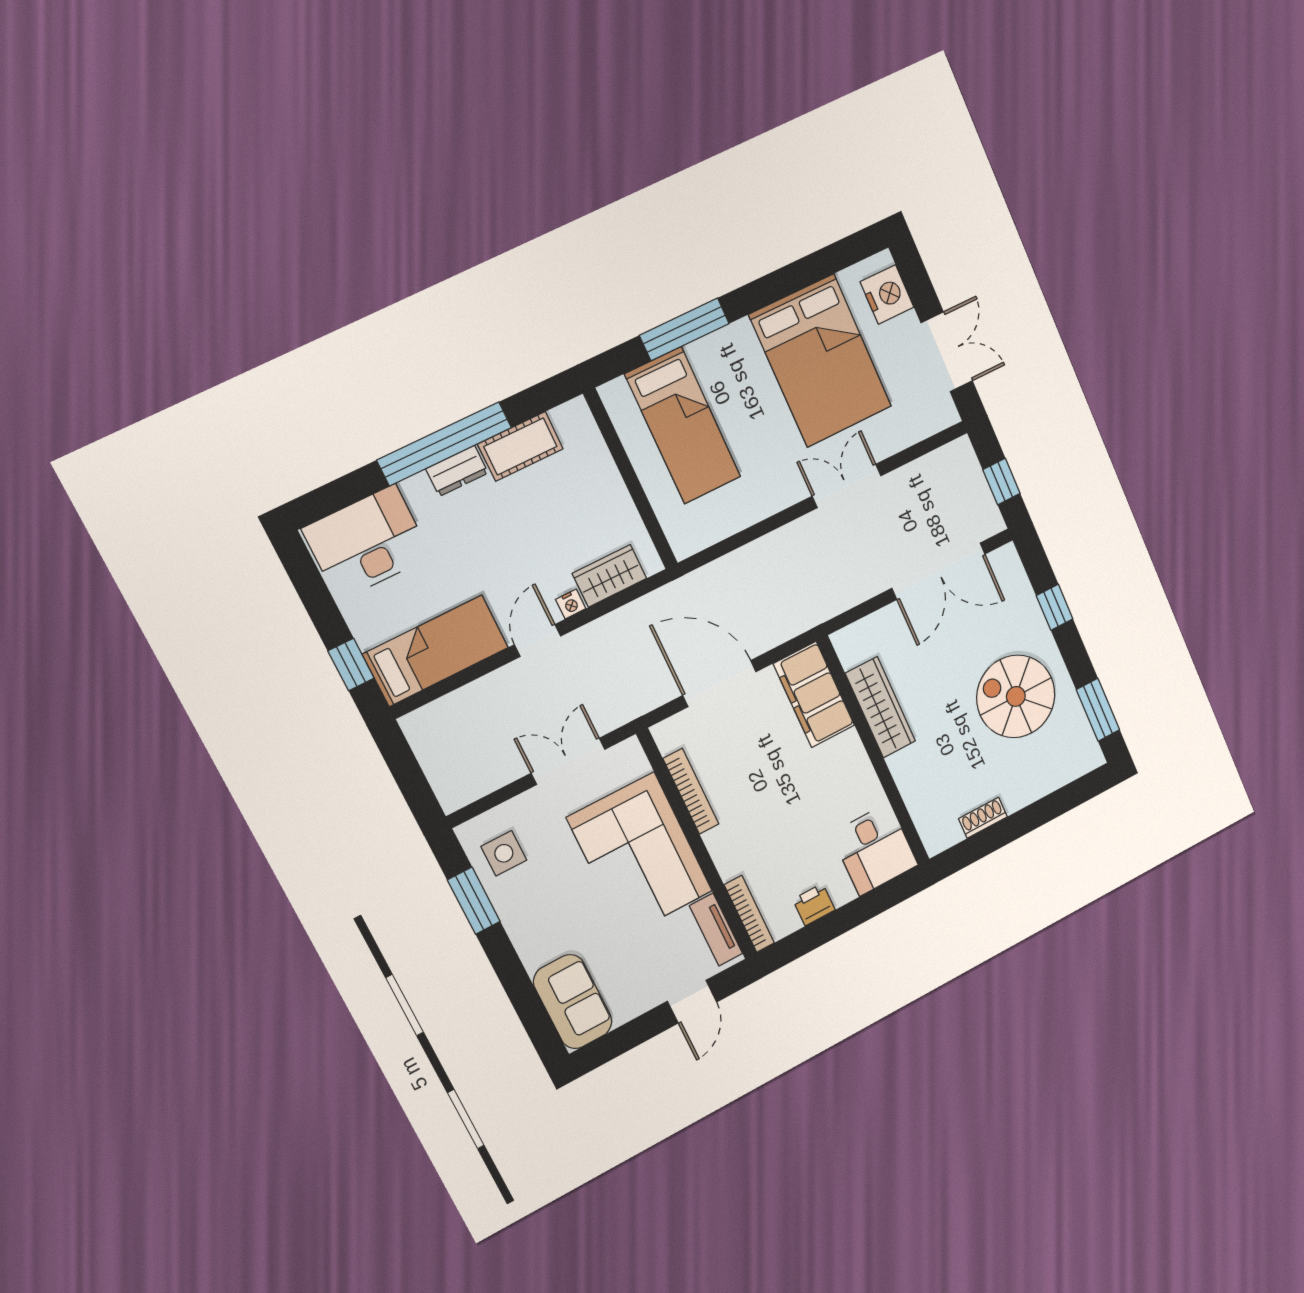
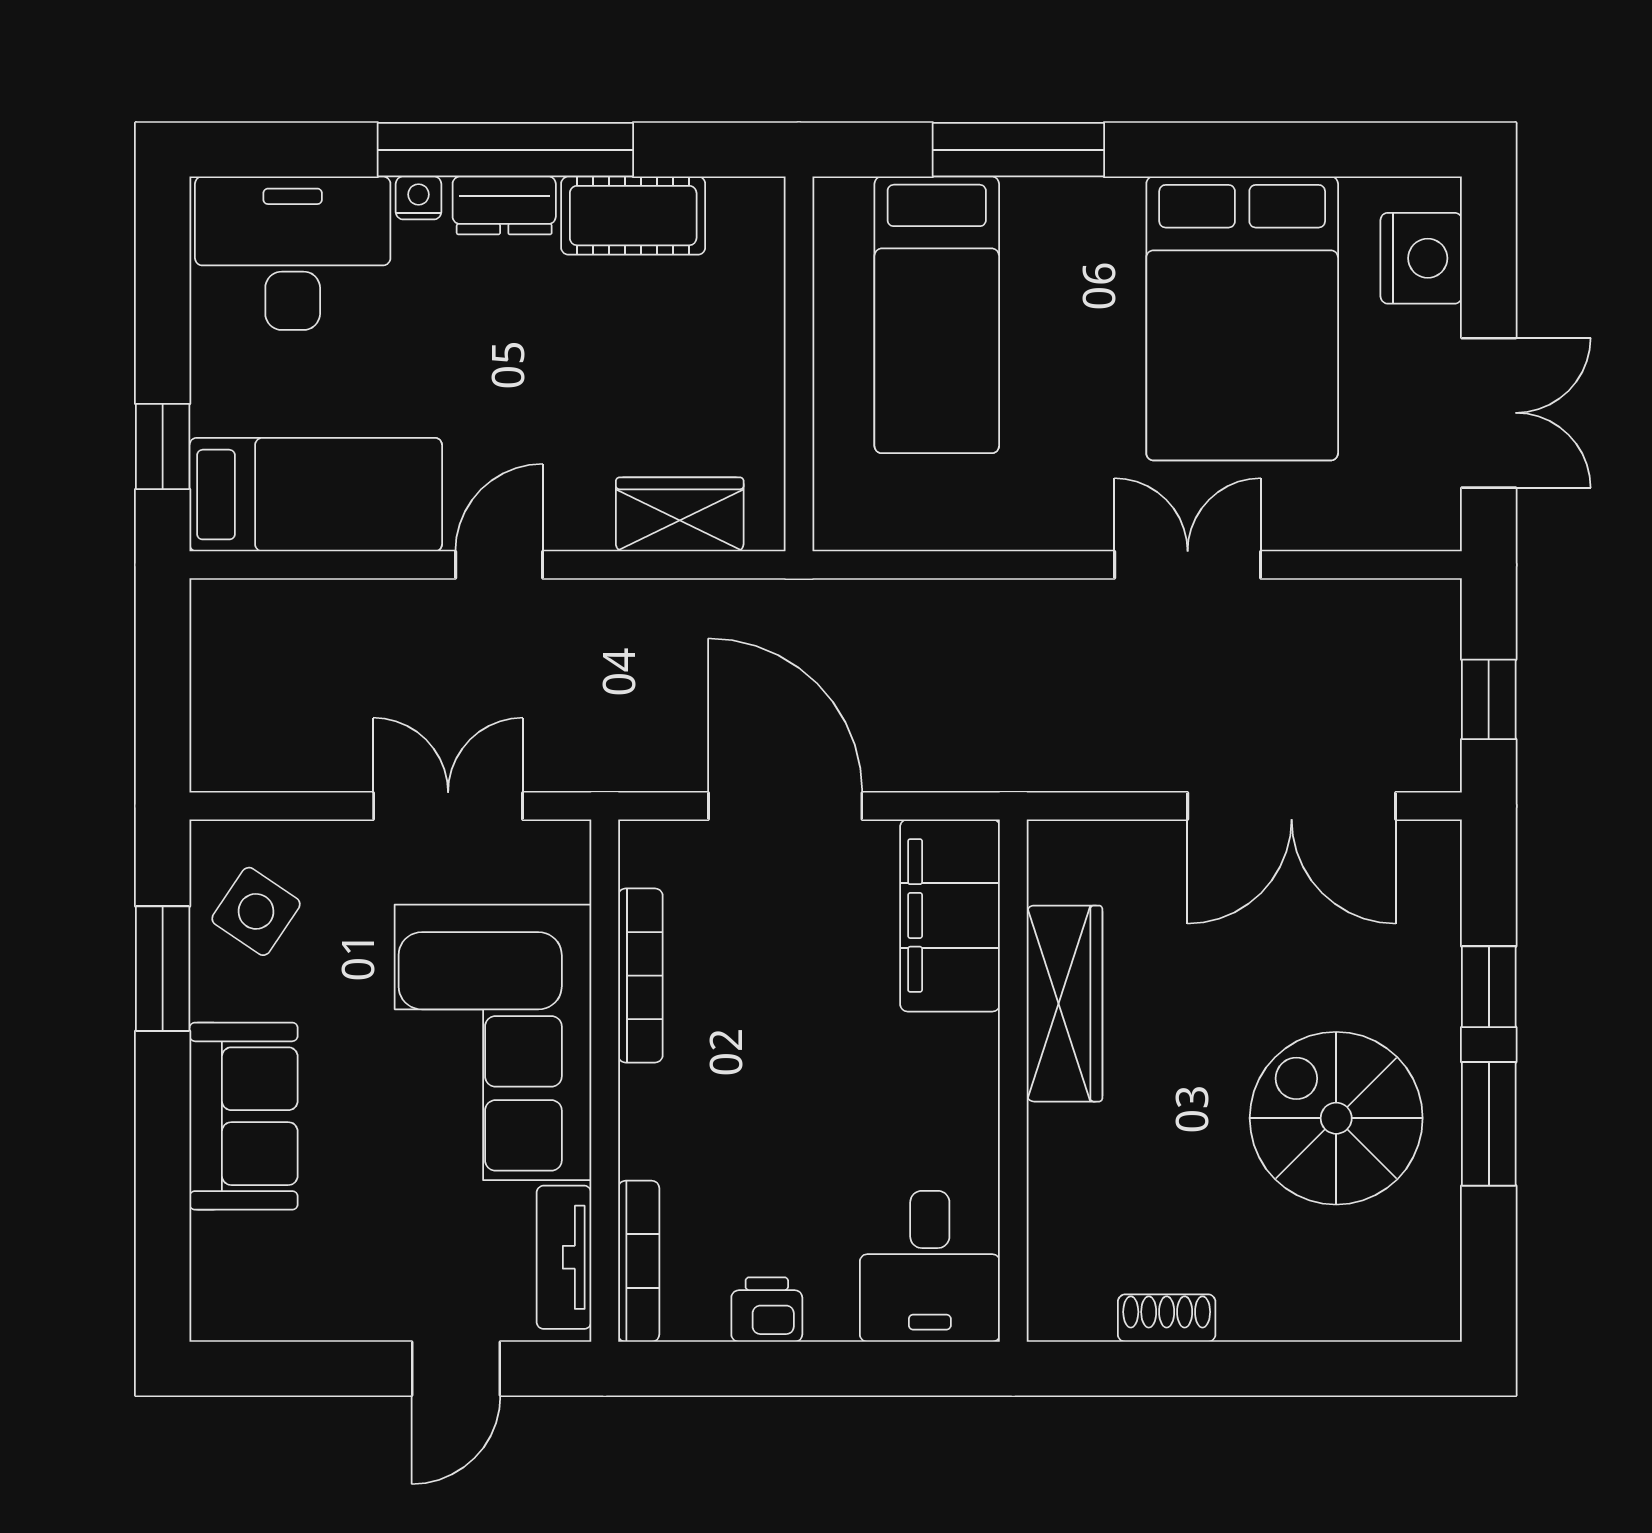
nightstand: (571, 604) -> (418, 198), moved, turned 180
window: (1098, 710) -> (1489, 1124), moved
side table: (504, 853) -> (256, 911), turned 34
sofa: (573, 1002) -> (244, 1116), moved

